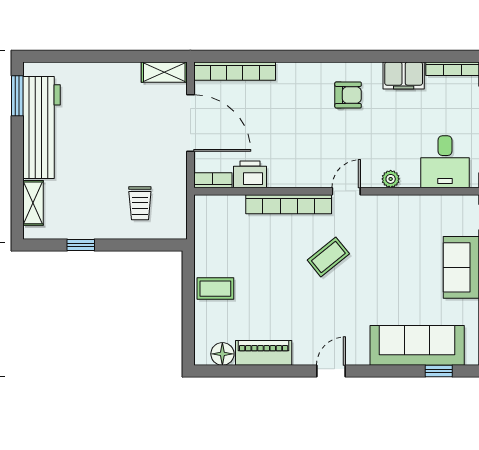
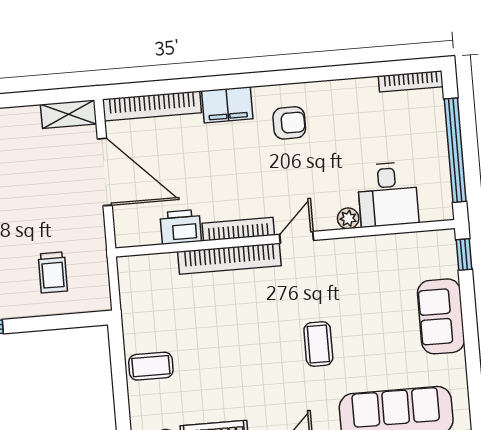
filing cabinet: (404, 76) -> (227, 105), moved
desk: (445, 162) -> (388, 195), moved
bookcase: (213, 180) -> (238, 229), moved, width x1.56
coffee table: (328, 257) -> (318, 344), moved, turned -51

